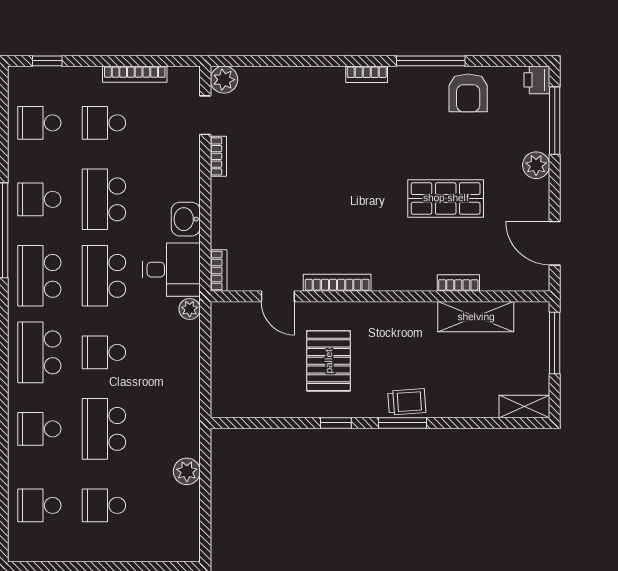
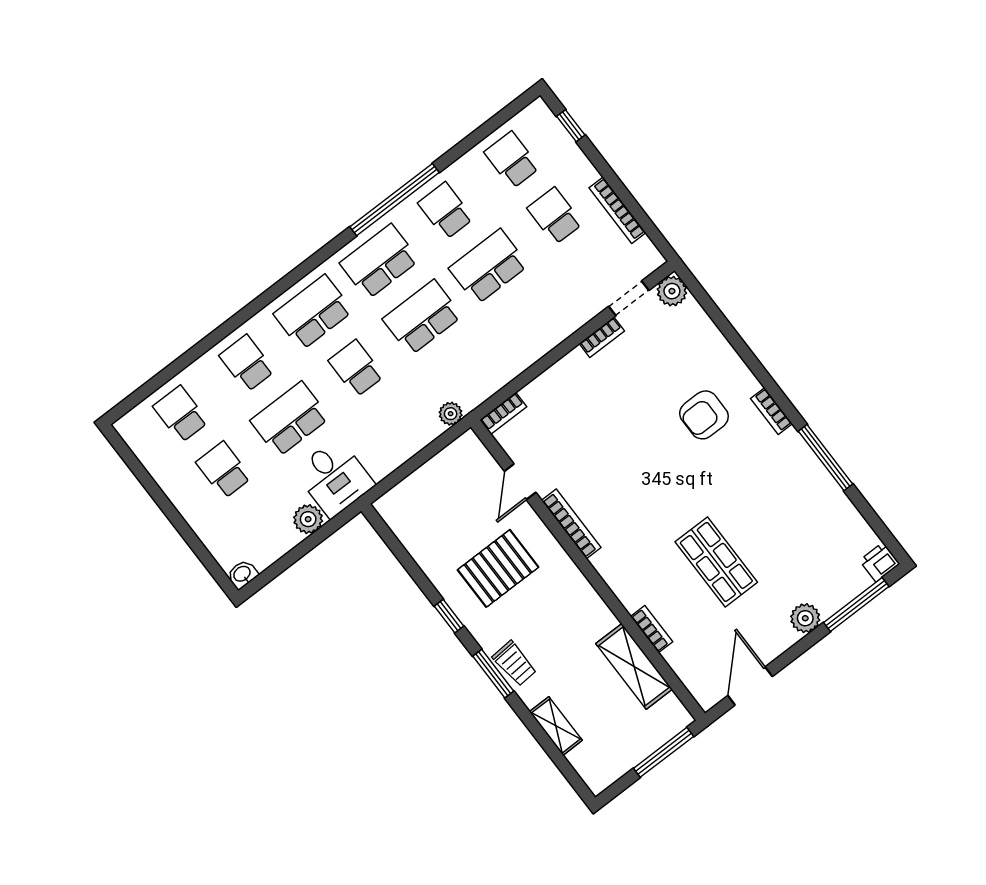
armchair: (468, 93) -> (704, 415), moved
washbasin: (186, 219) -> (242, 574), moved, width x0.72, depth x0.69
desk: (171, 270) -> (334, 478), moved
shelving: (524, 407) -> (556, 726), moved

